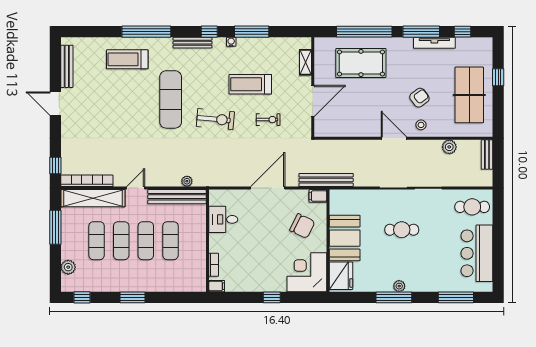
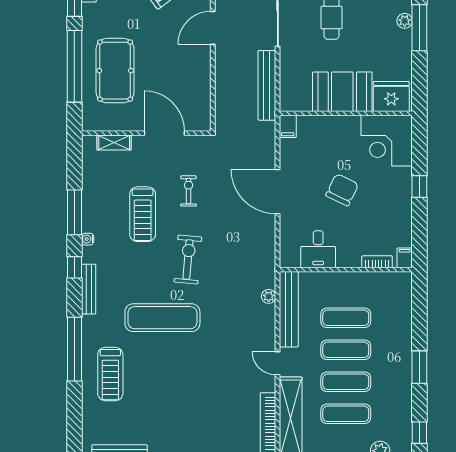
bench: (326, 180) -> (267, 85), moved
chair: (302, 226) -> (342, 190), moved

